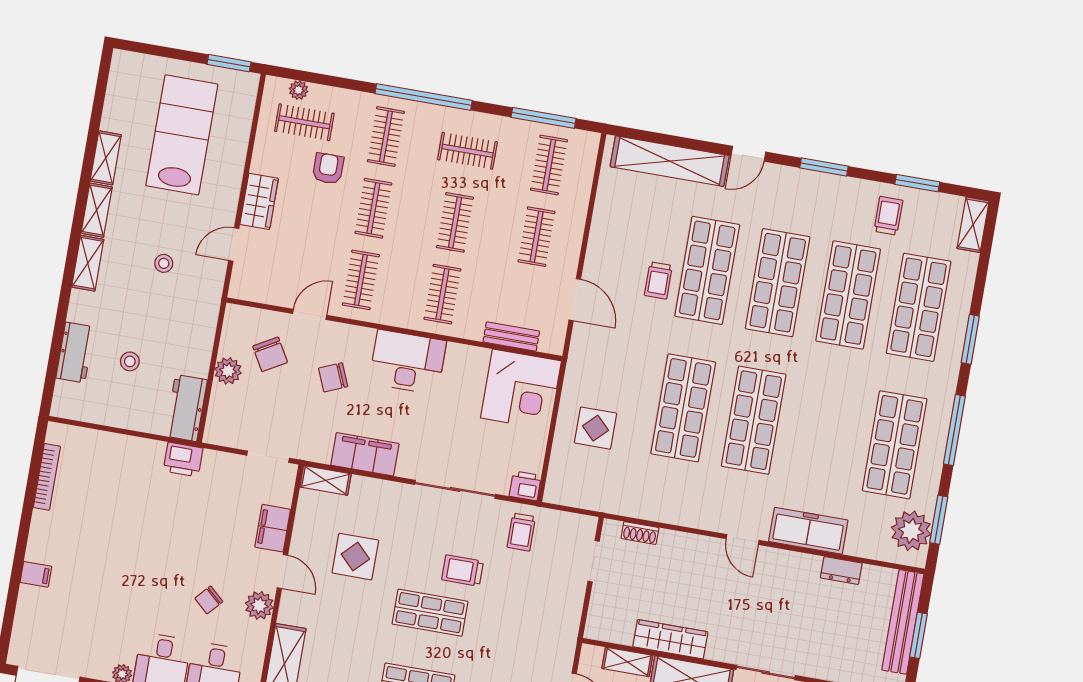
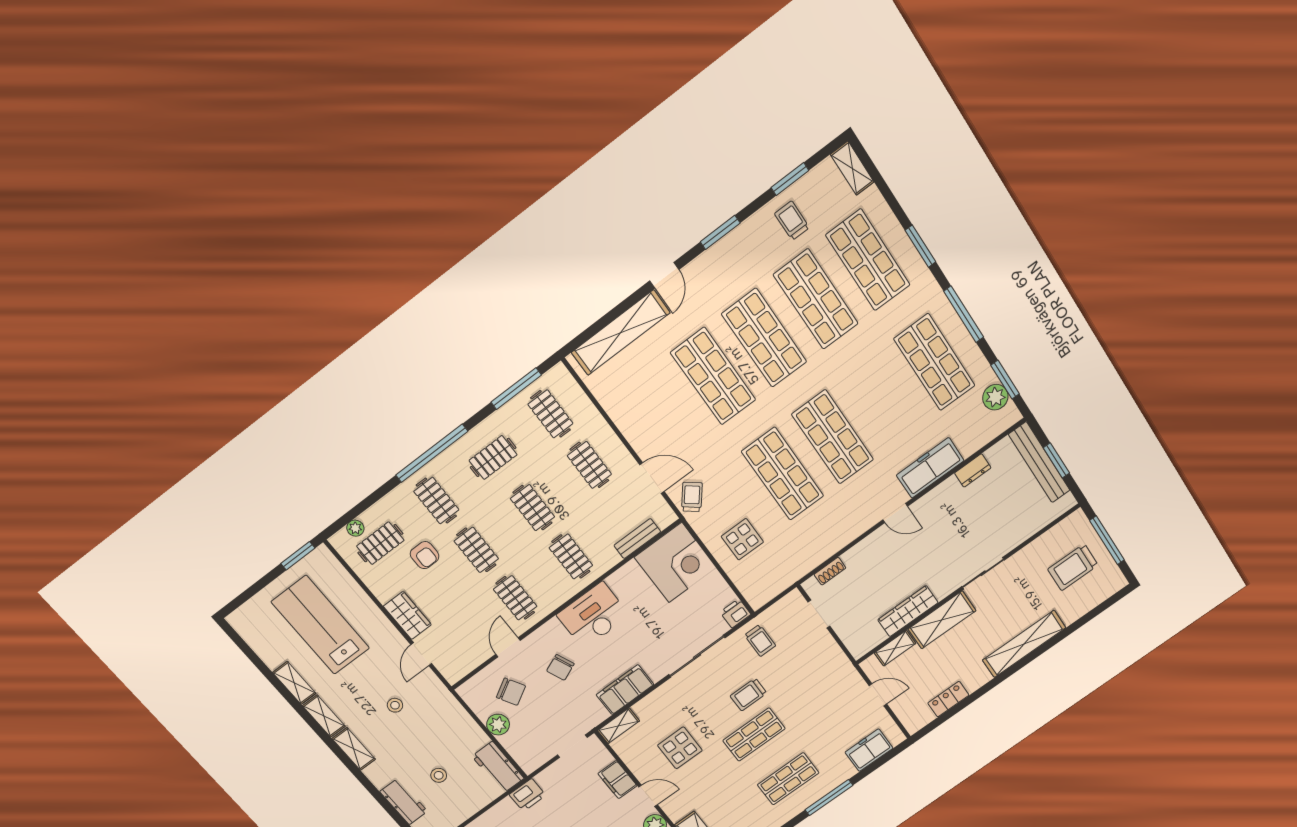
armchair: (328, 169) -> (425, 555), turned 180
trolley: (658, 280) -> (692, 497), moved, turned -141
plant: (911, 531) -> (995, 397), width x0.73, depth x0.73

